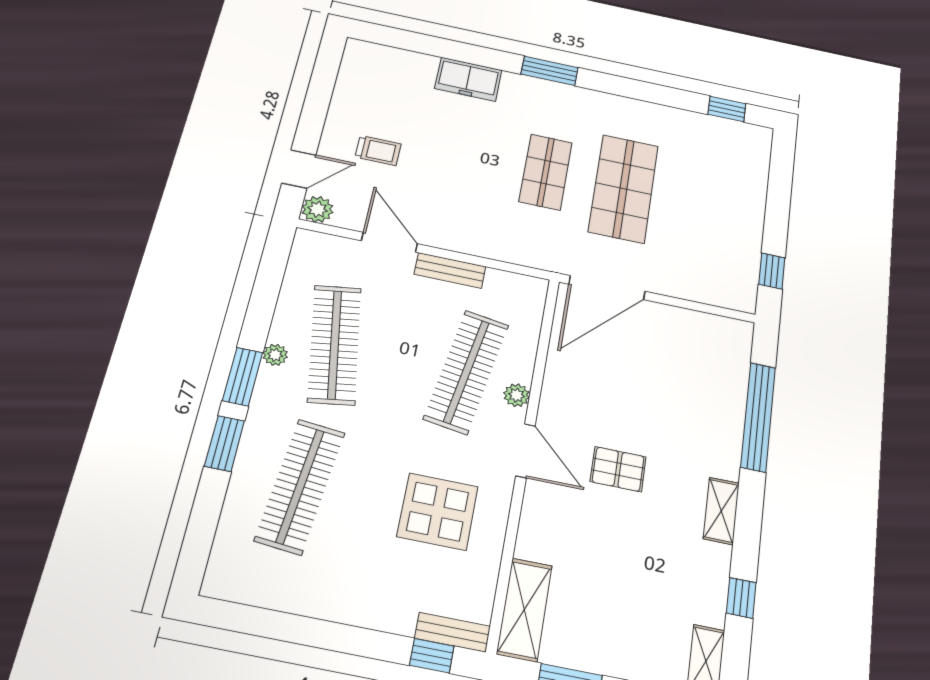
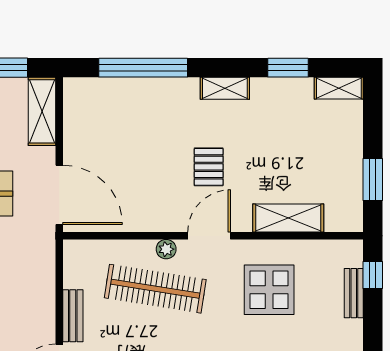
shelving: (714, 291) -> (42, 111), added
window: (741, 598) -> (288, 68), width x1.50
shelving: (524, 610) -> (288, 218), moved
bench: (453, 632) -> (354, 293), moved

